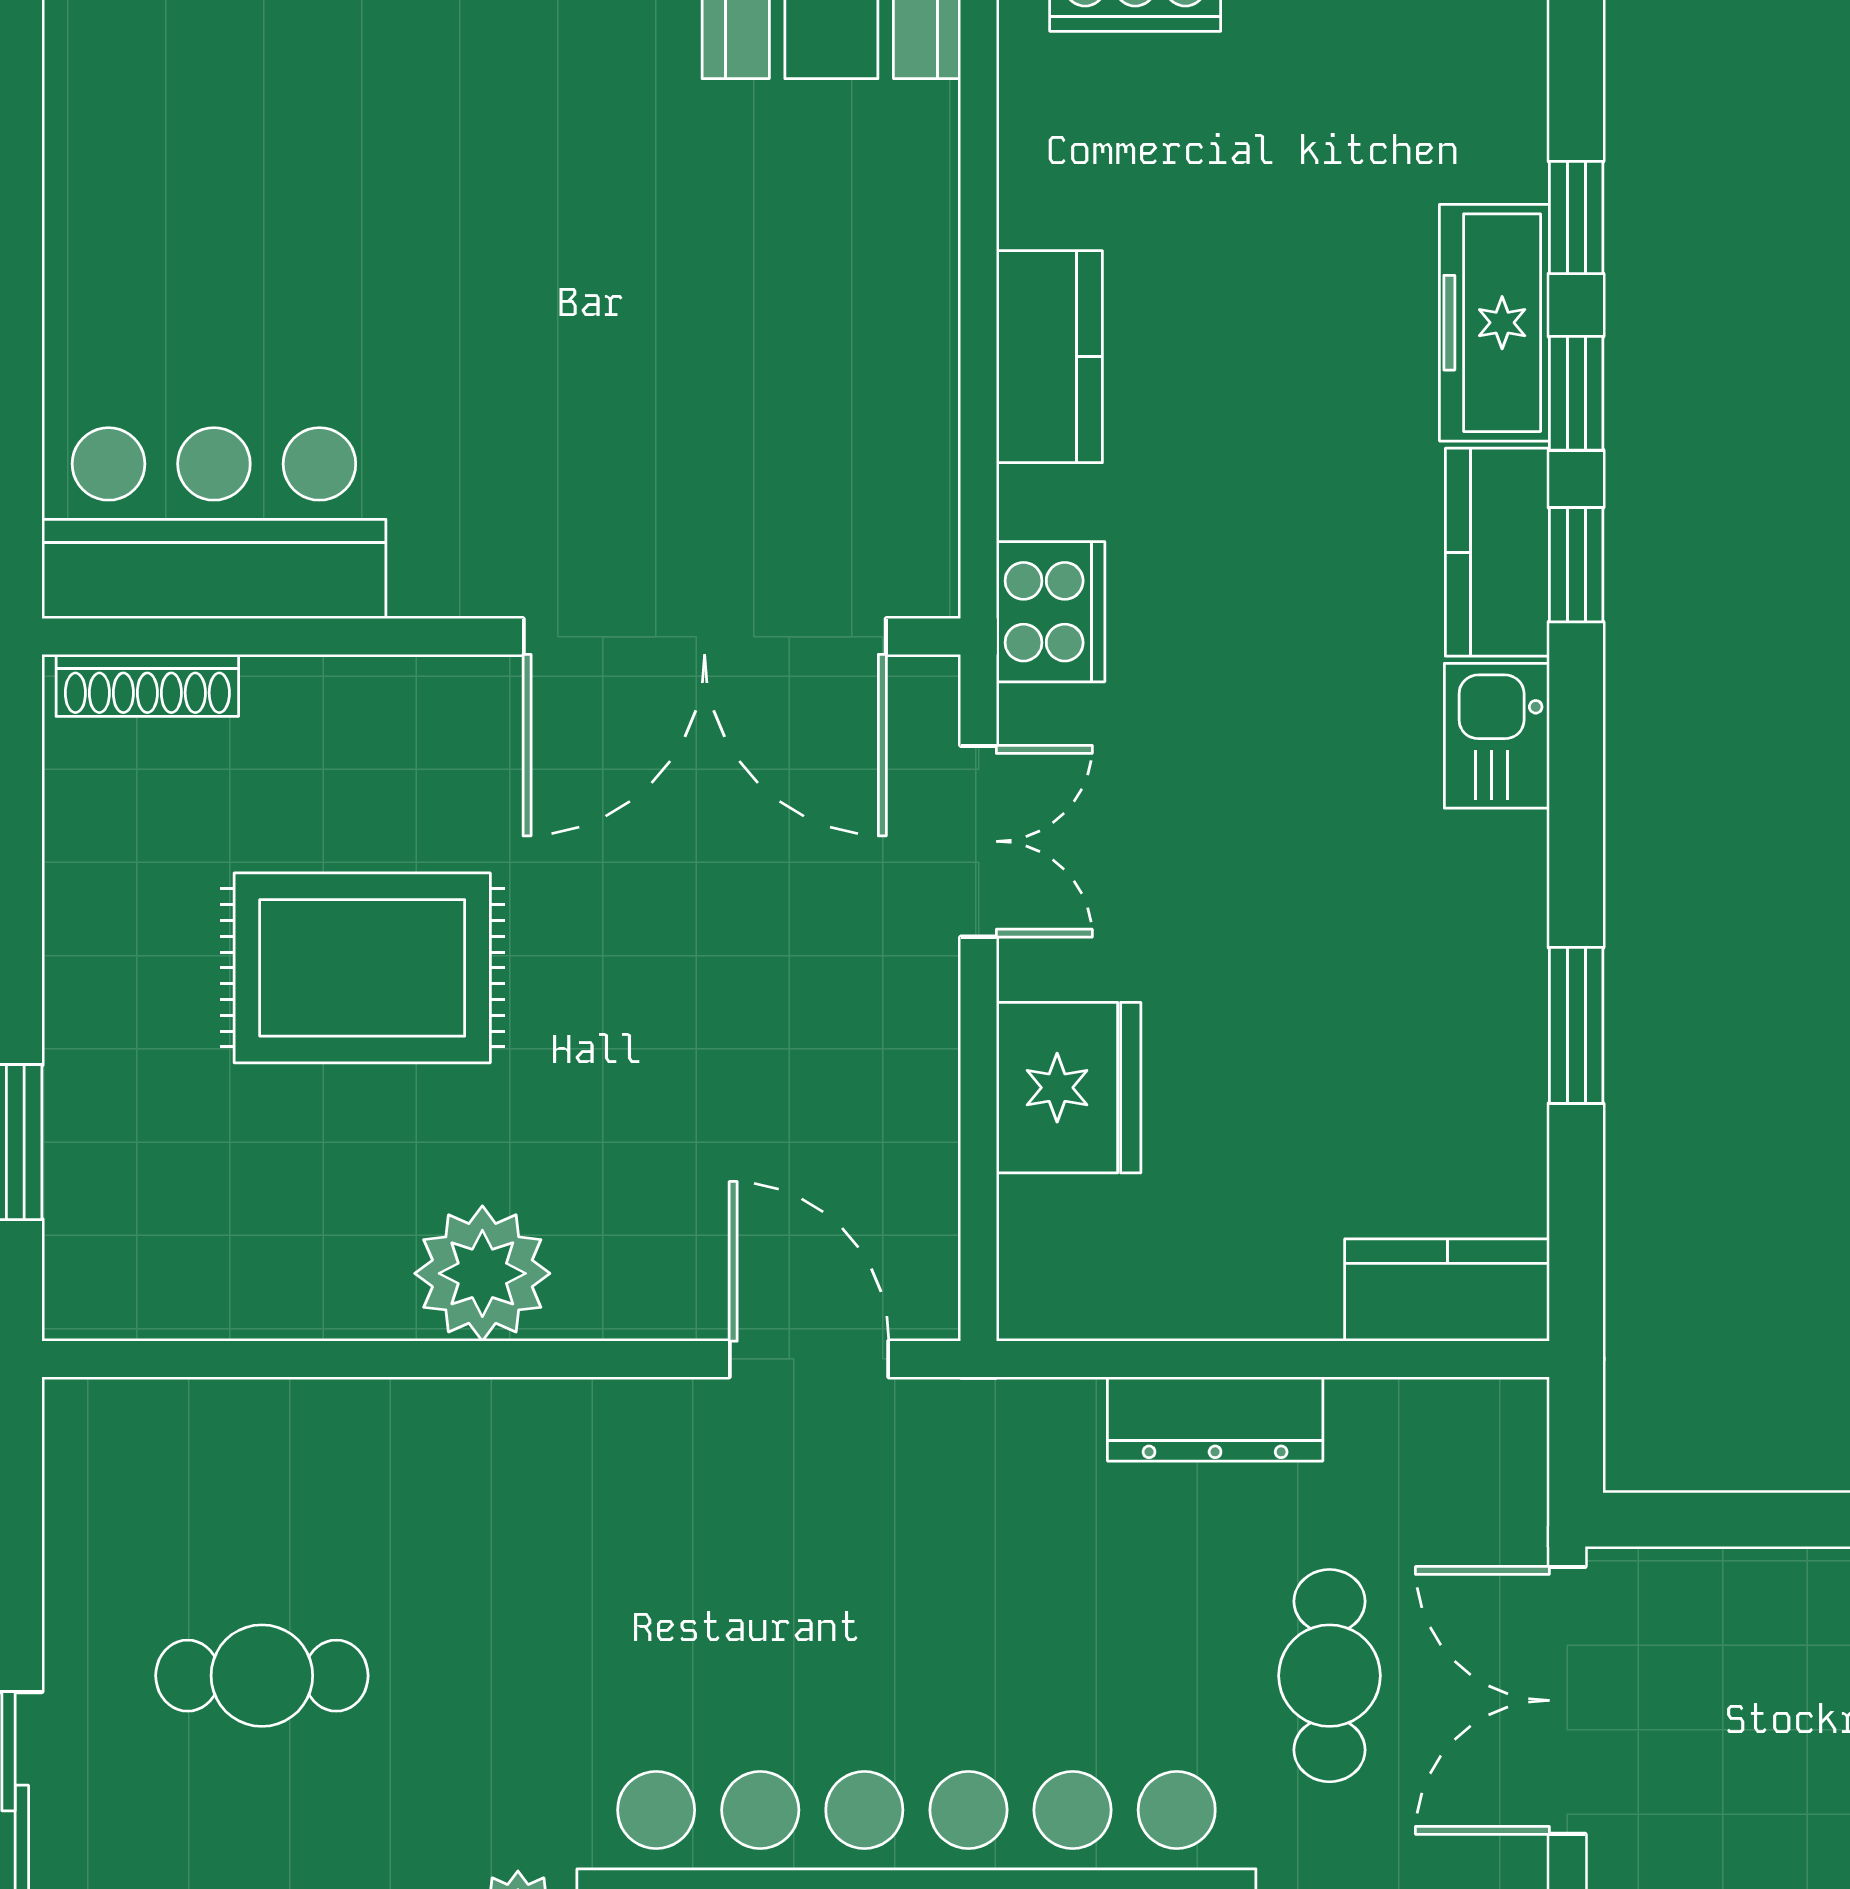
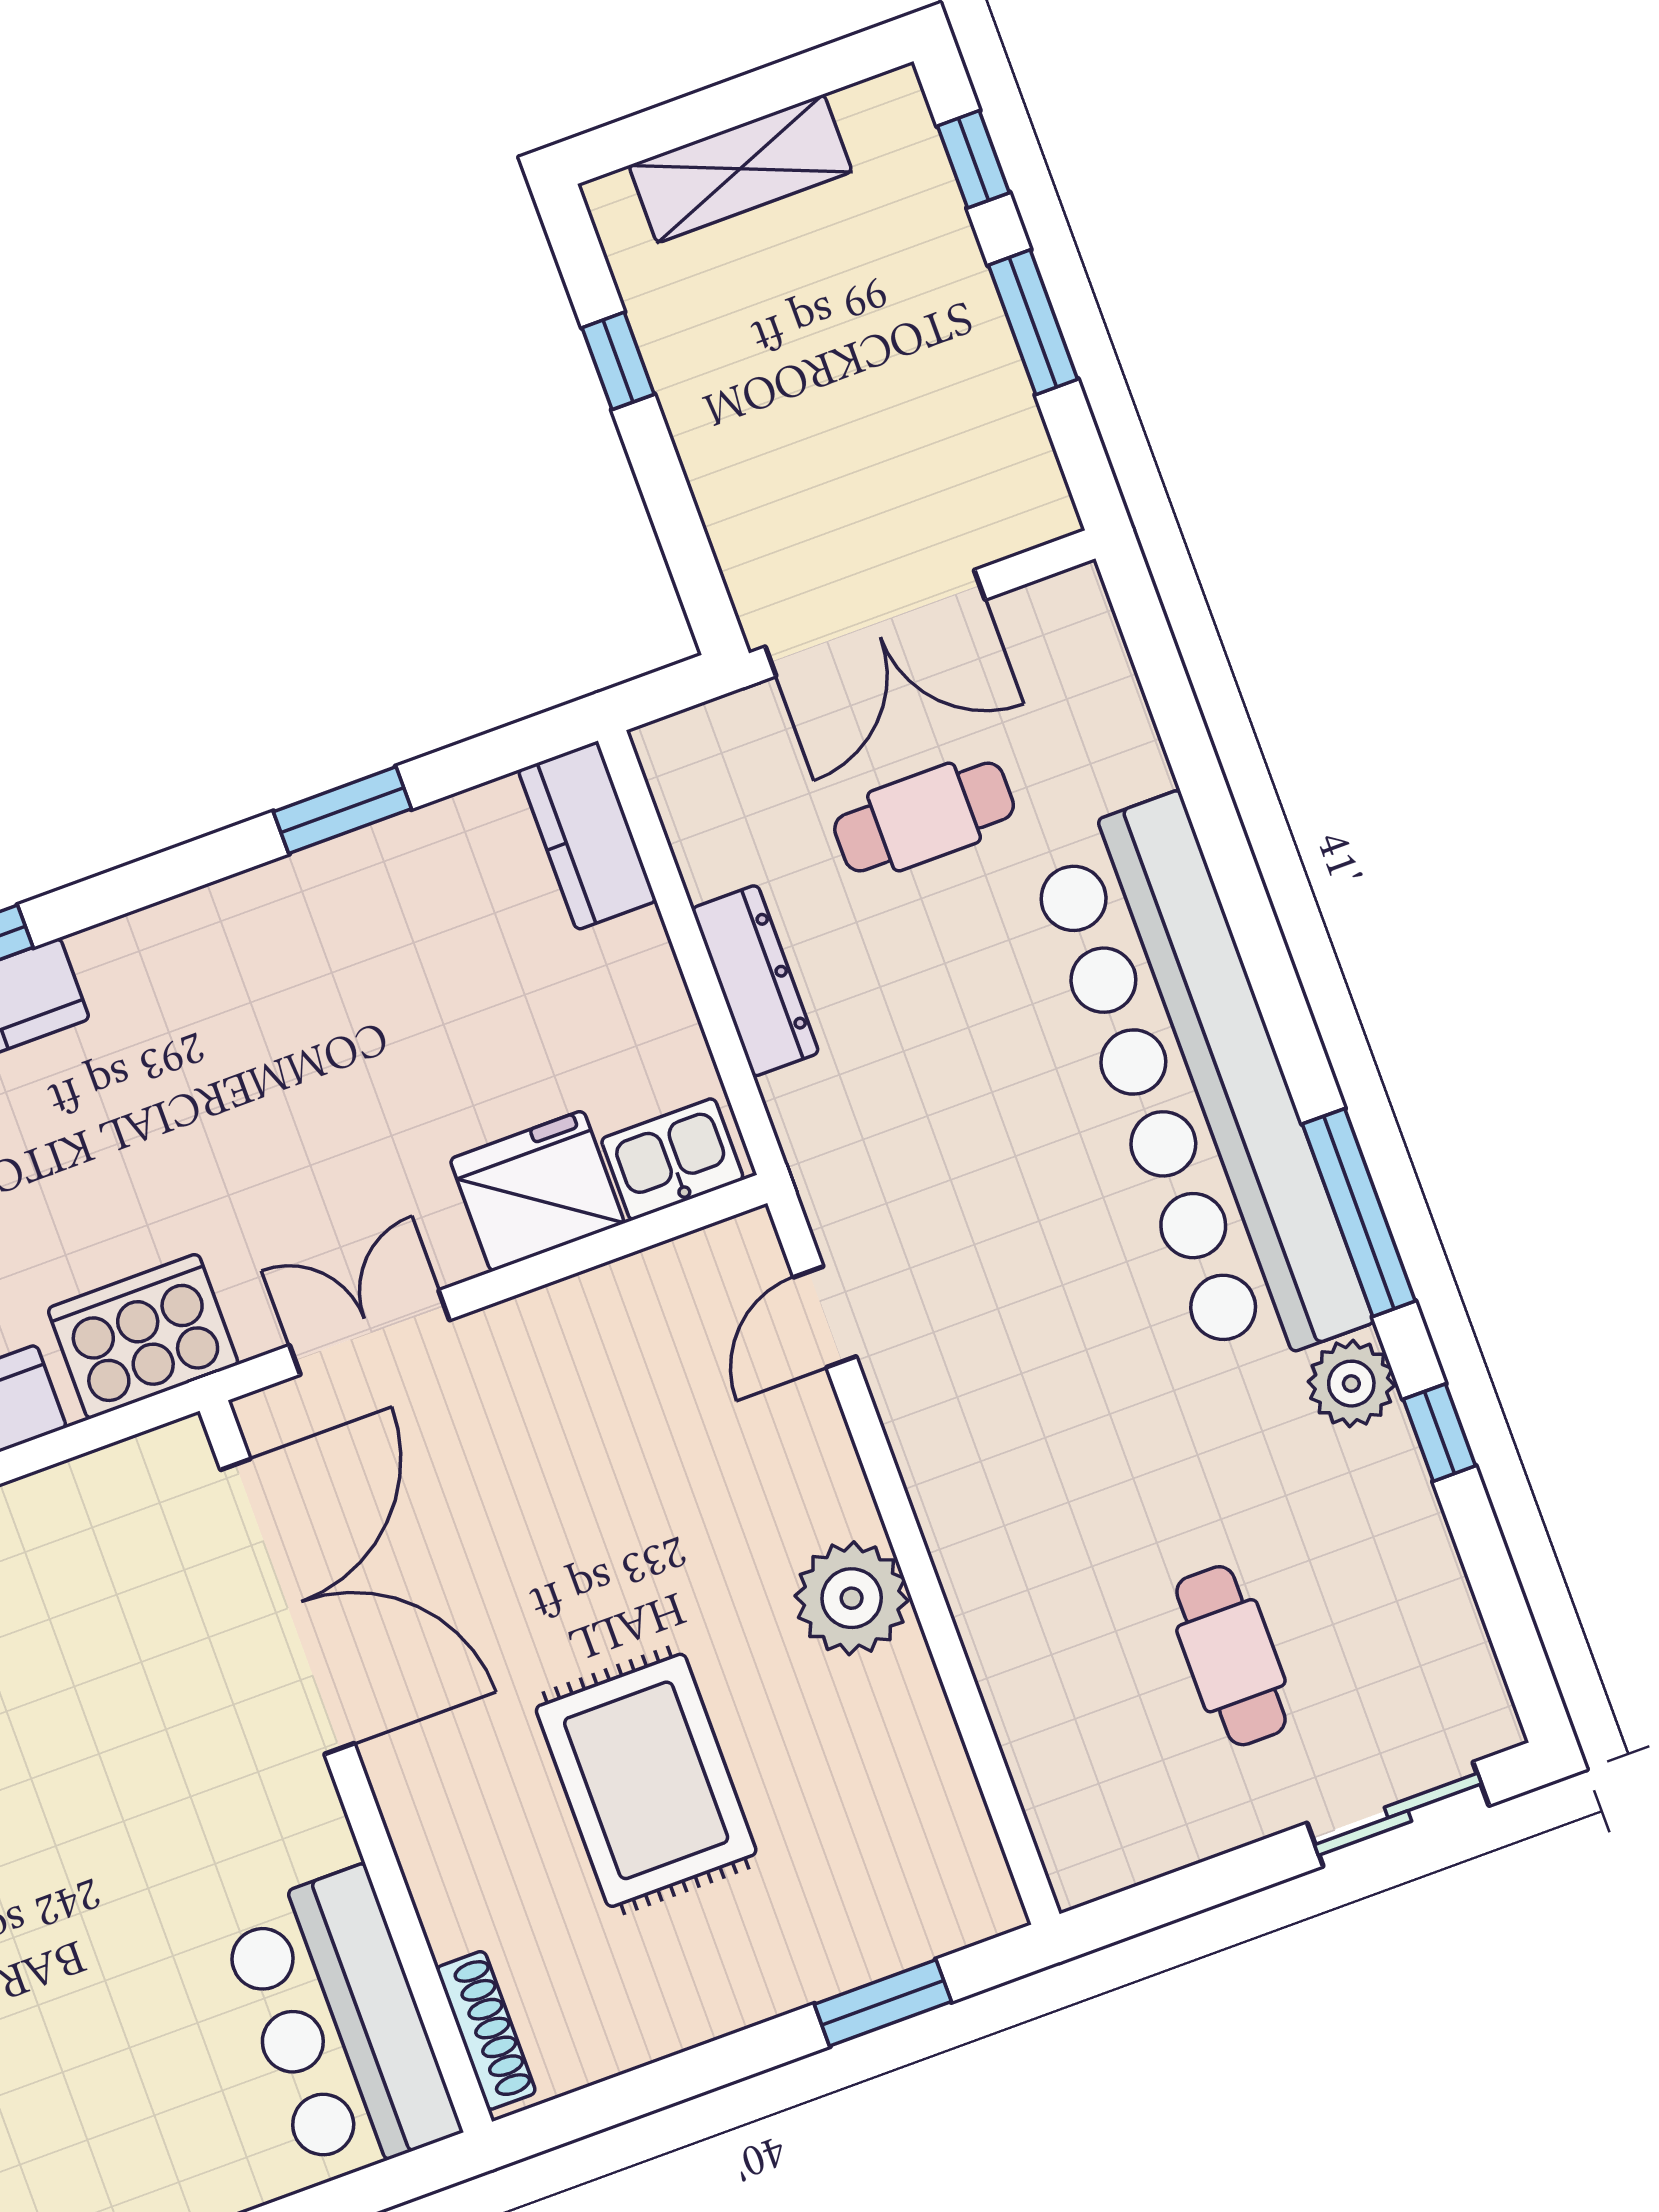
cooker: (1051, 612) -> (143, 1336), width x1.37, depth x1.31
kitchen sink: (1497, 736) -> (672, 1159), moved, turned 180
door: (809, 1359) -> (825, 1317), width x0.73

